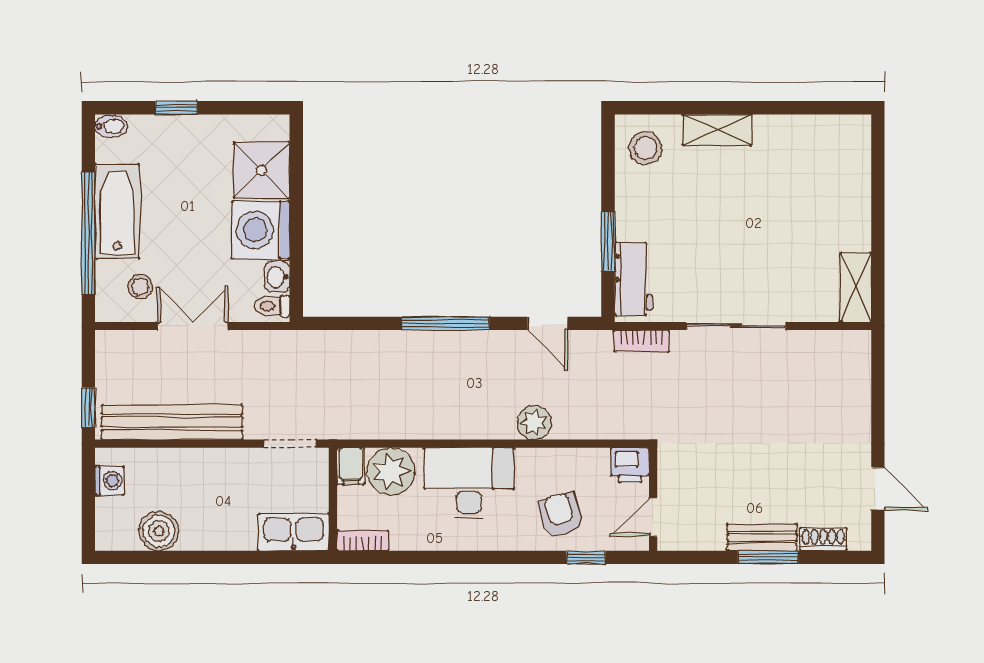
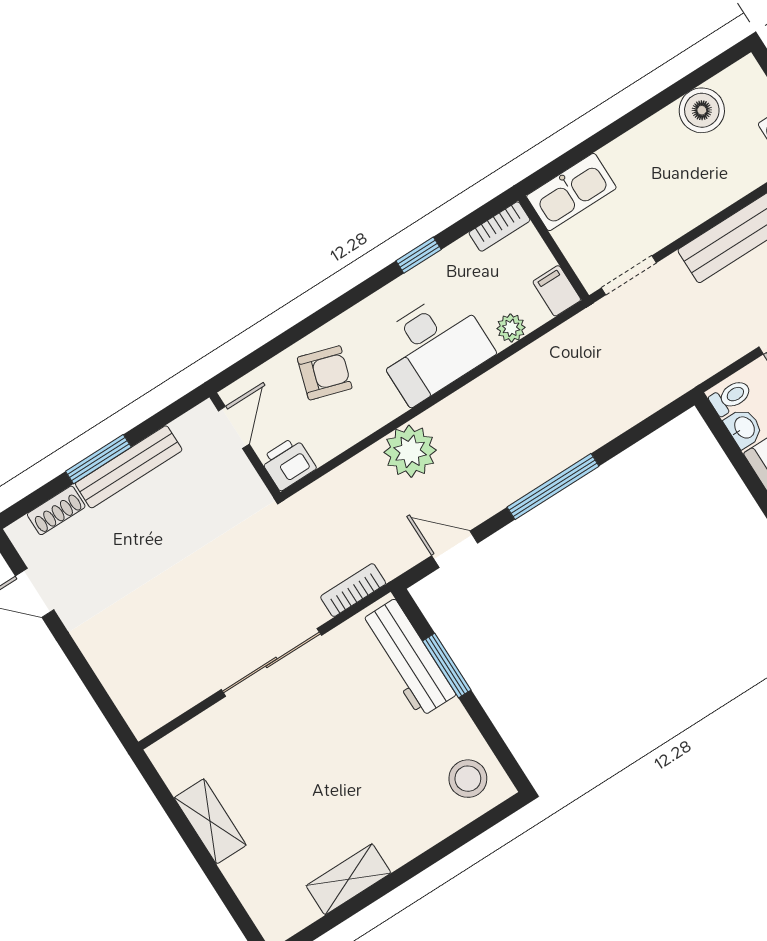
shelving: (717, 130) -> (348, 879), moved
workbench: (633, 279) -> (408, 658), width x1.38
shelving: (856, 287) -> (210, 821), moved
plant: (534, 423) -> (410, 451), width x1.36, depth x1.36
plant: (391, 471) -> (511, 328), width x0.53, depth x0.53
armchair: (560, 515) -> (325, 373), turned -57
bench: (762, 537) -> (129, 467), width x1.36
window: (586, 557) -> (419, 255), moved

